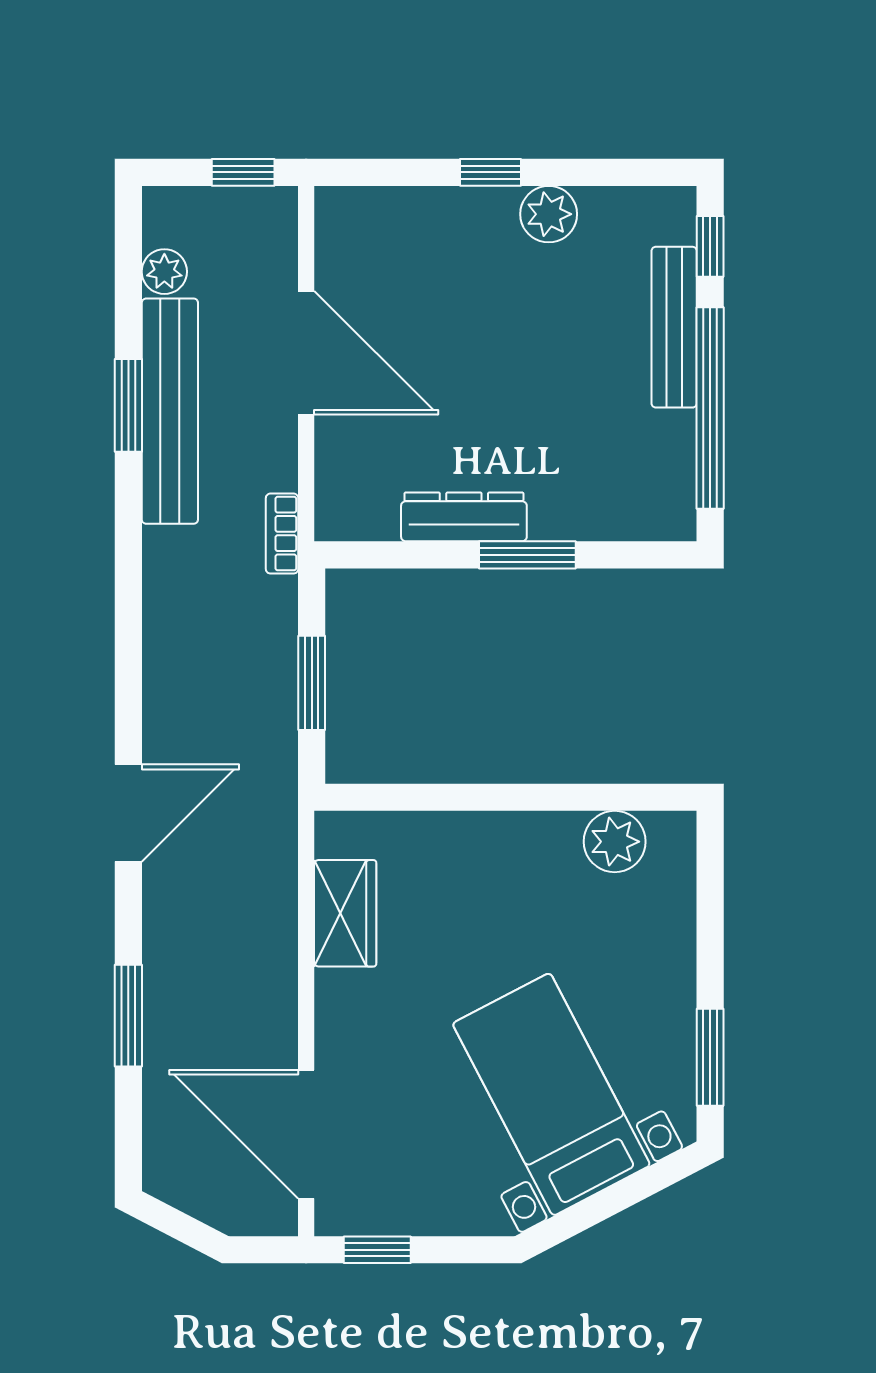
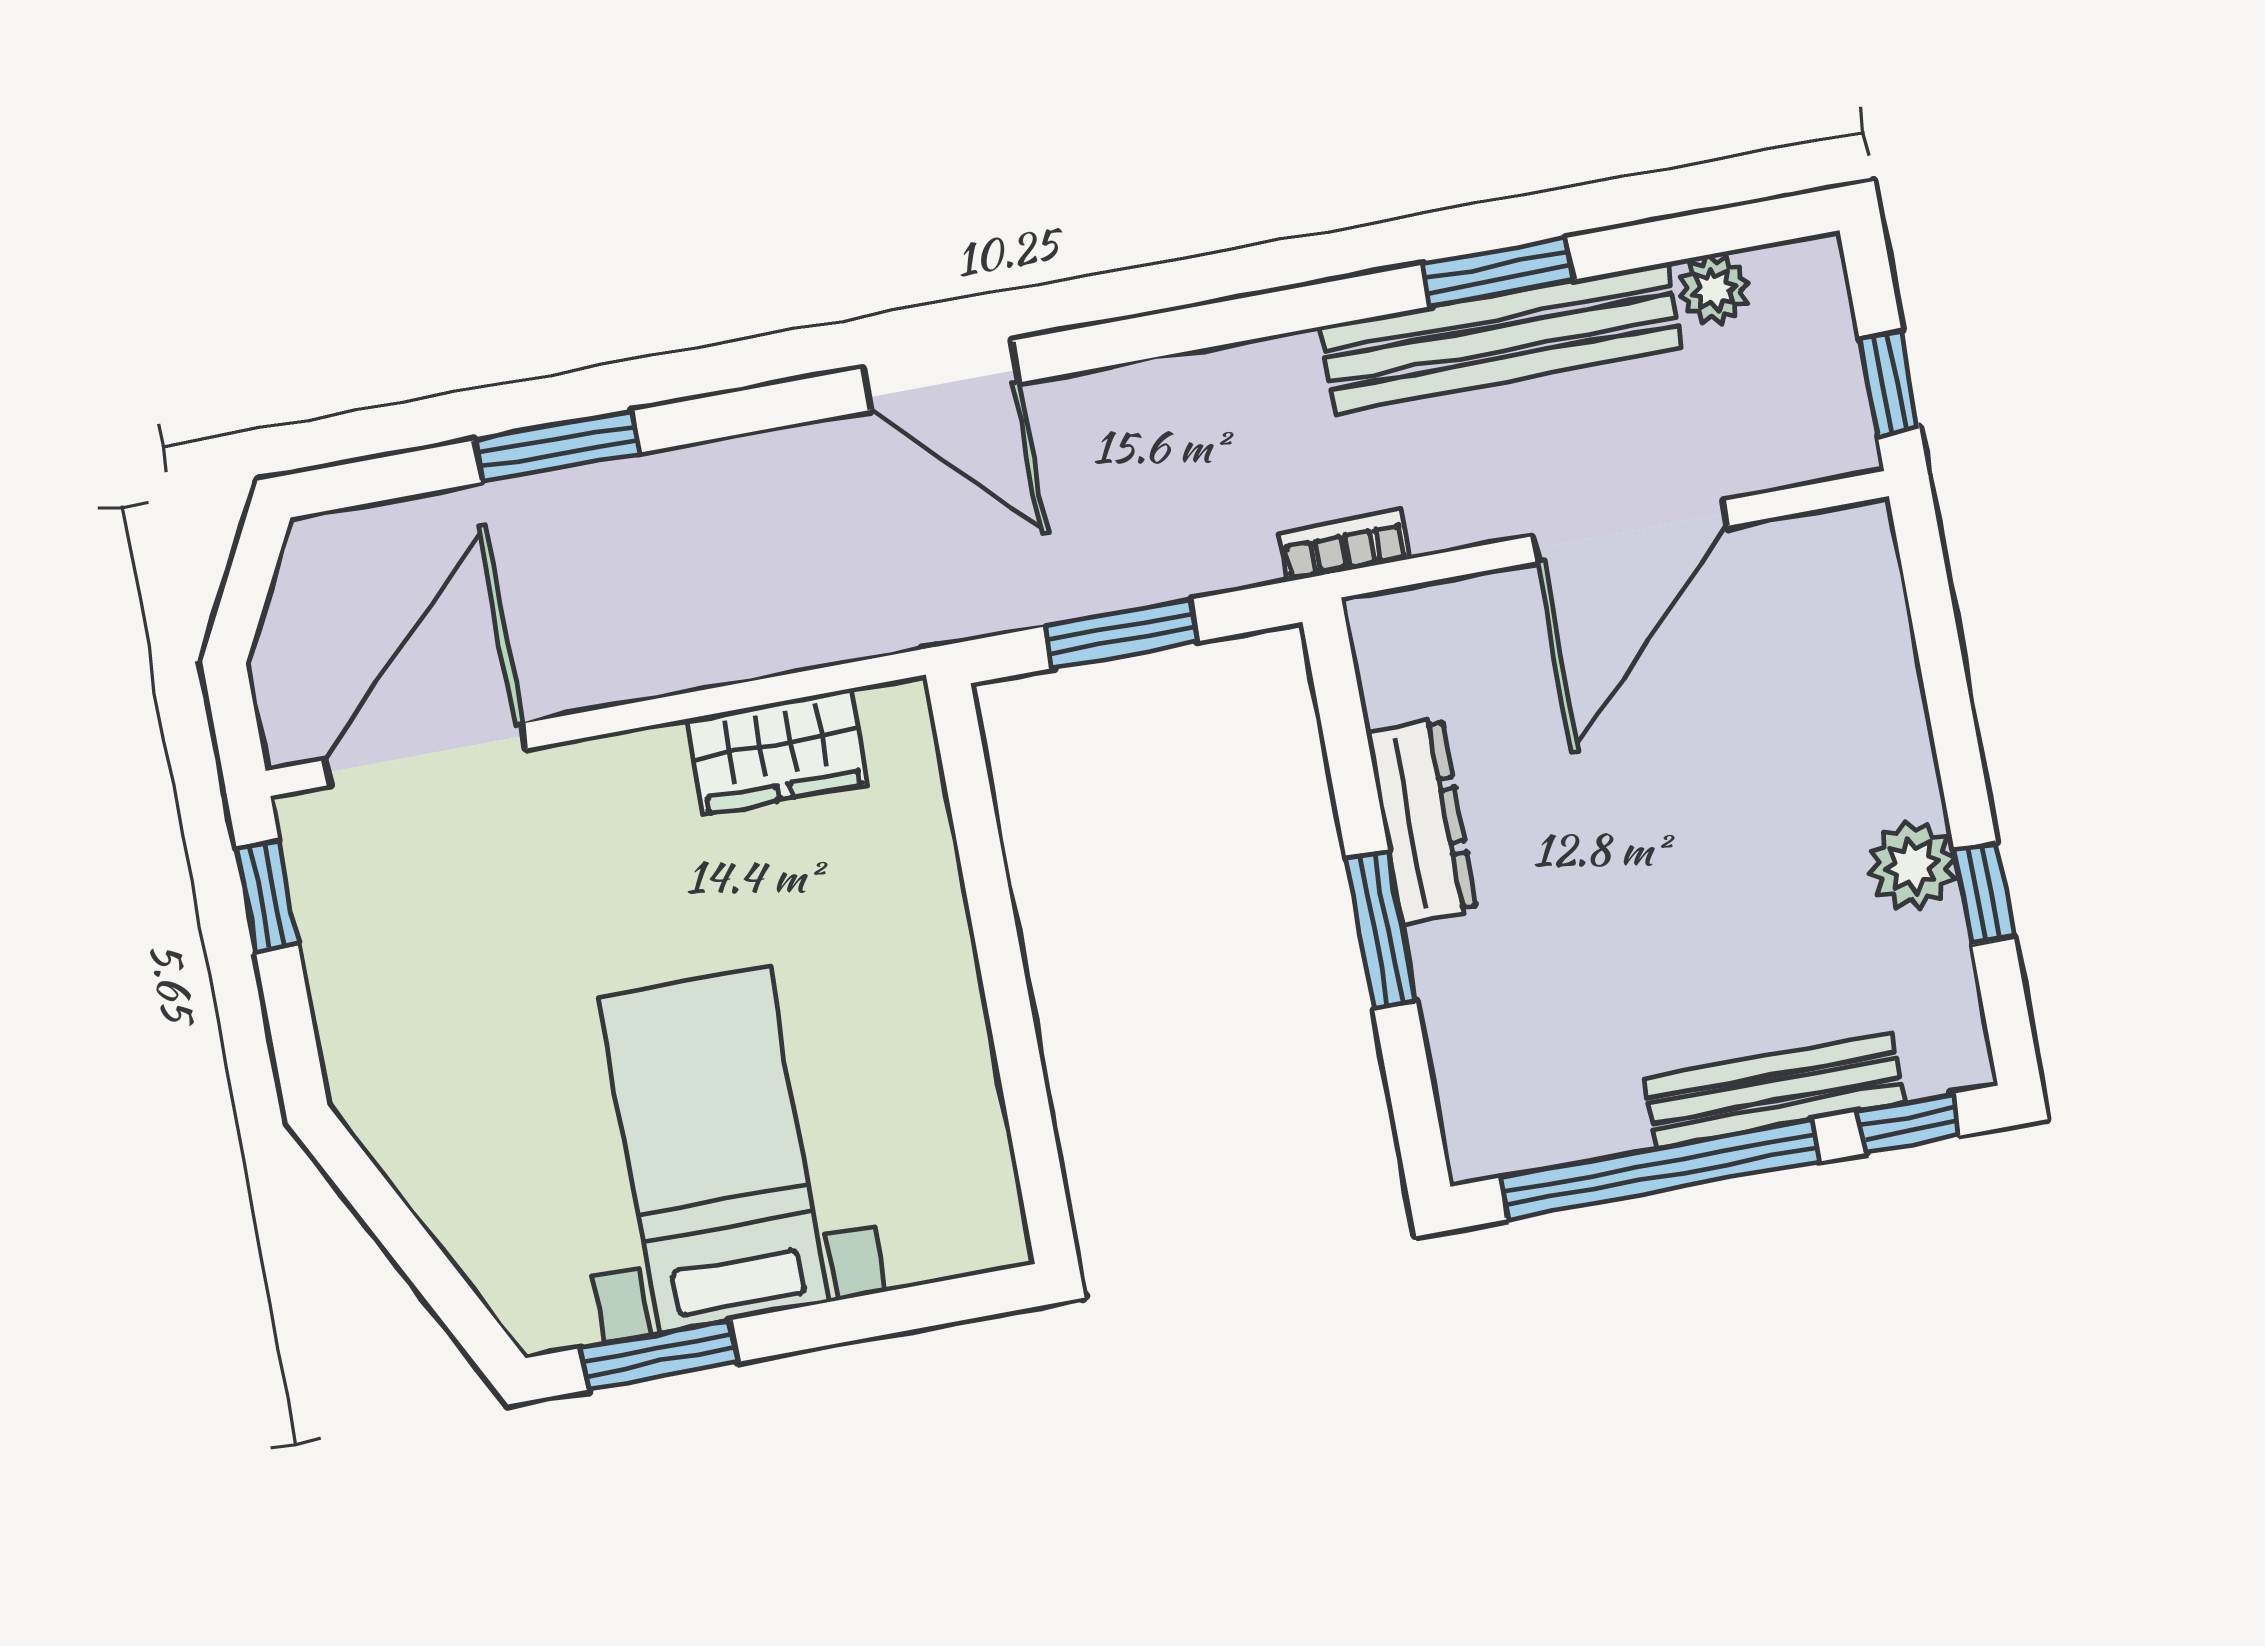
window: (491, 172) -> (1984, 894), moved
door: (128, 813) -> (942, 375), moved
plant: (615, 842) -> (964, 1146), removed
bed with nightstands: (551, 1094) -> (714, 1150), moved, turned -62

